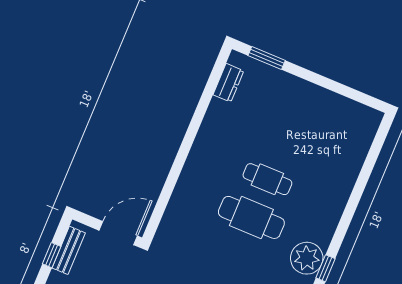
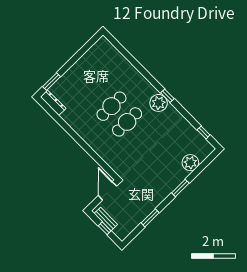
dresser: (228, 83) -> (53, 103), width x1.44
cafe table: (267, 179) -> (111, 106), width x1.37, depth x1.35

